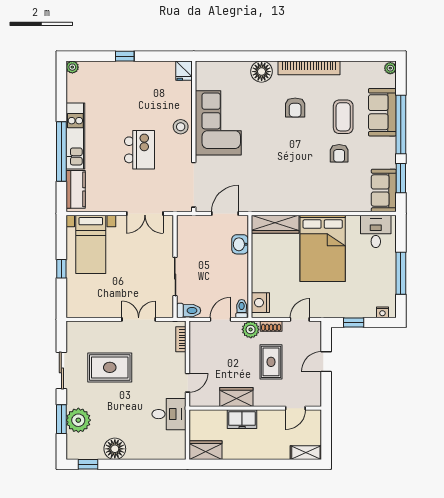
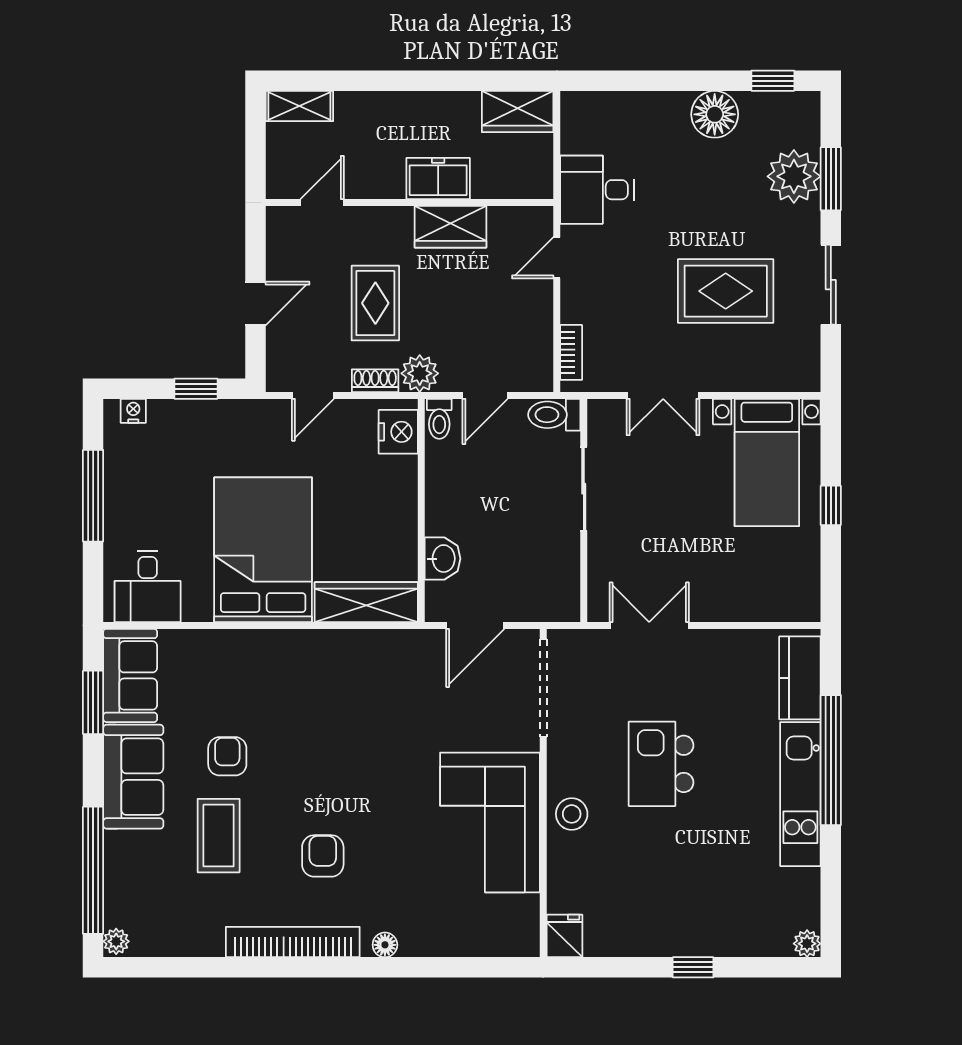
floor lamp: (262, 72) -> (385, 945), width x0.53, depth x0.53
sofa: (382, 112) -> (133, 777), moved
window: (401, 124) -> (93, 870), moved
bed with nightstands: (91, 244) -> (767, 463), moved, turned 180

